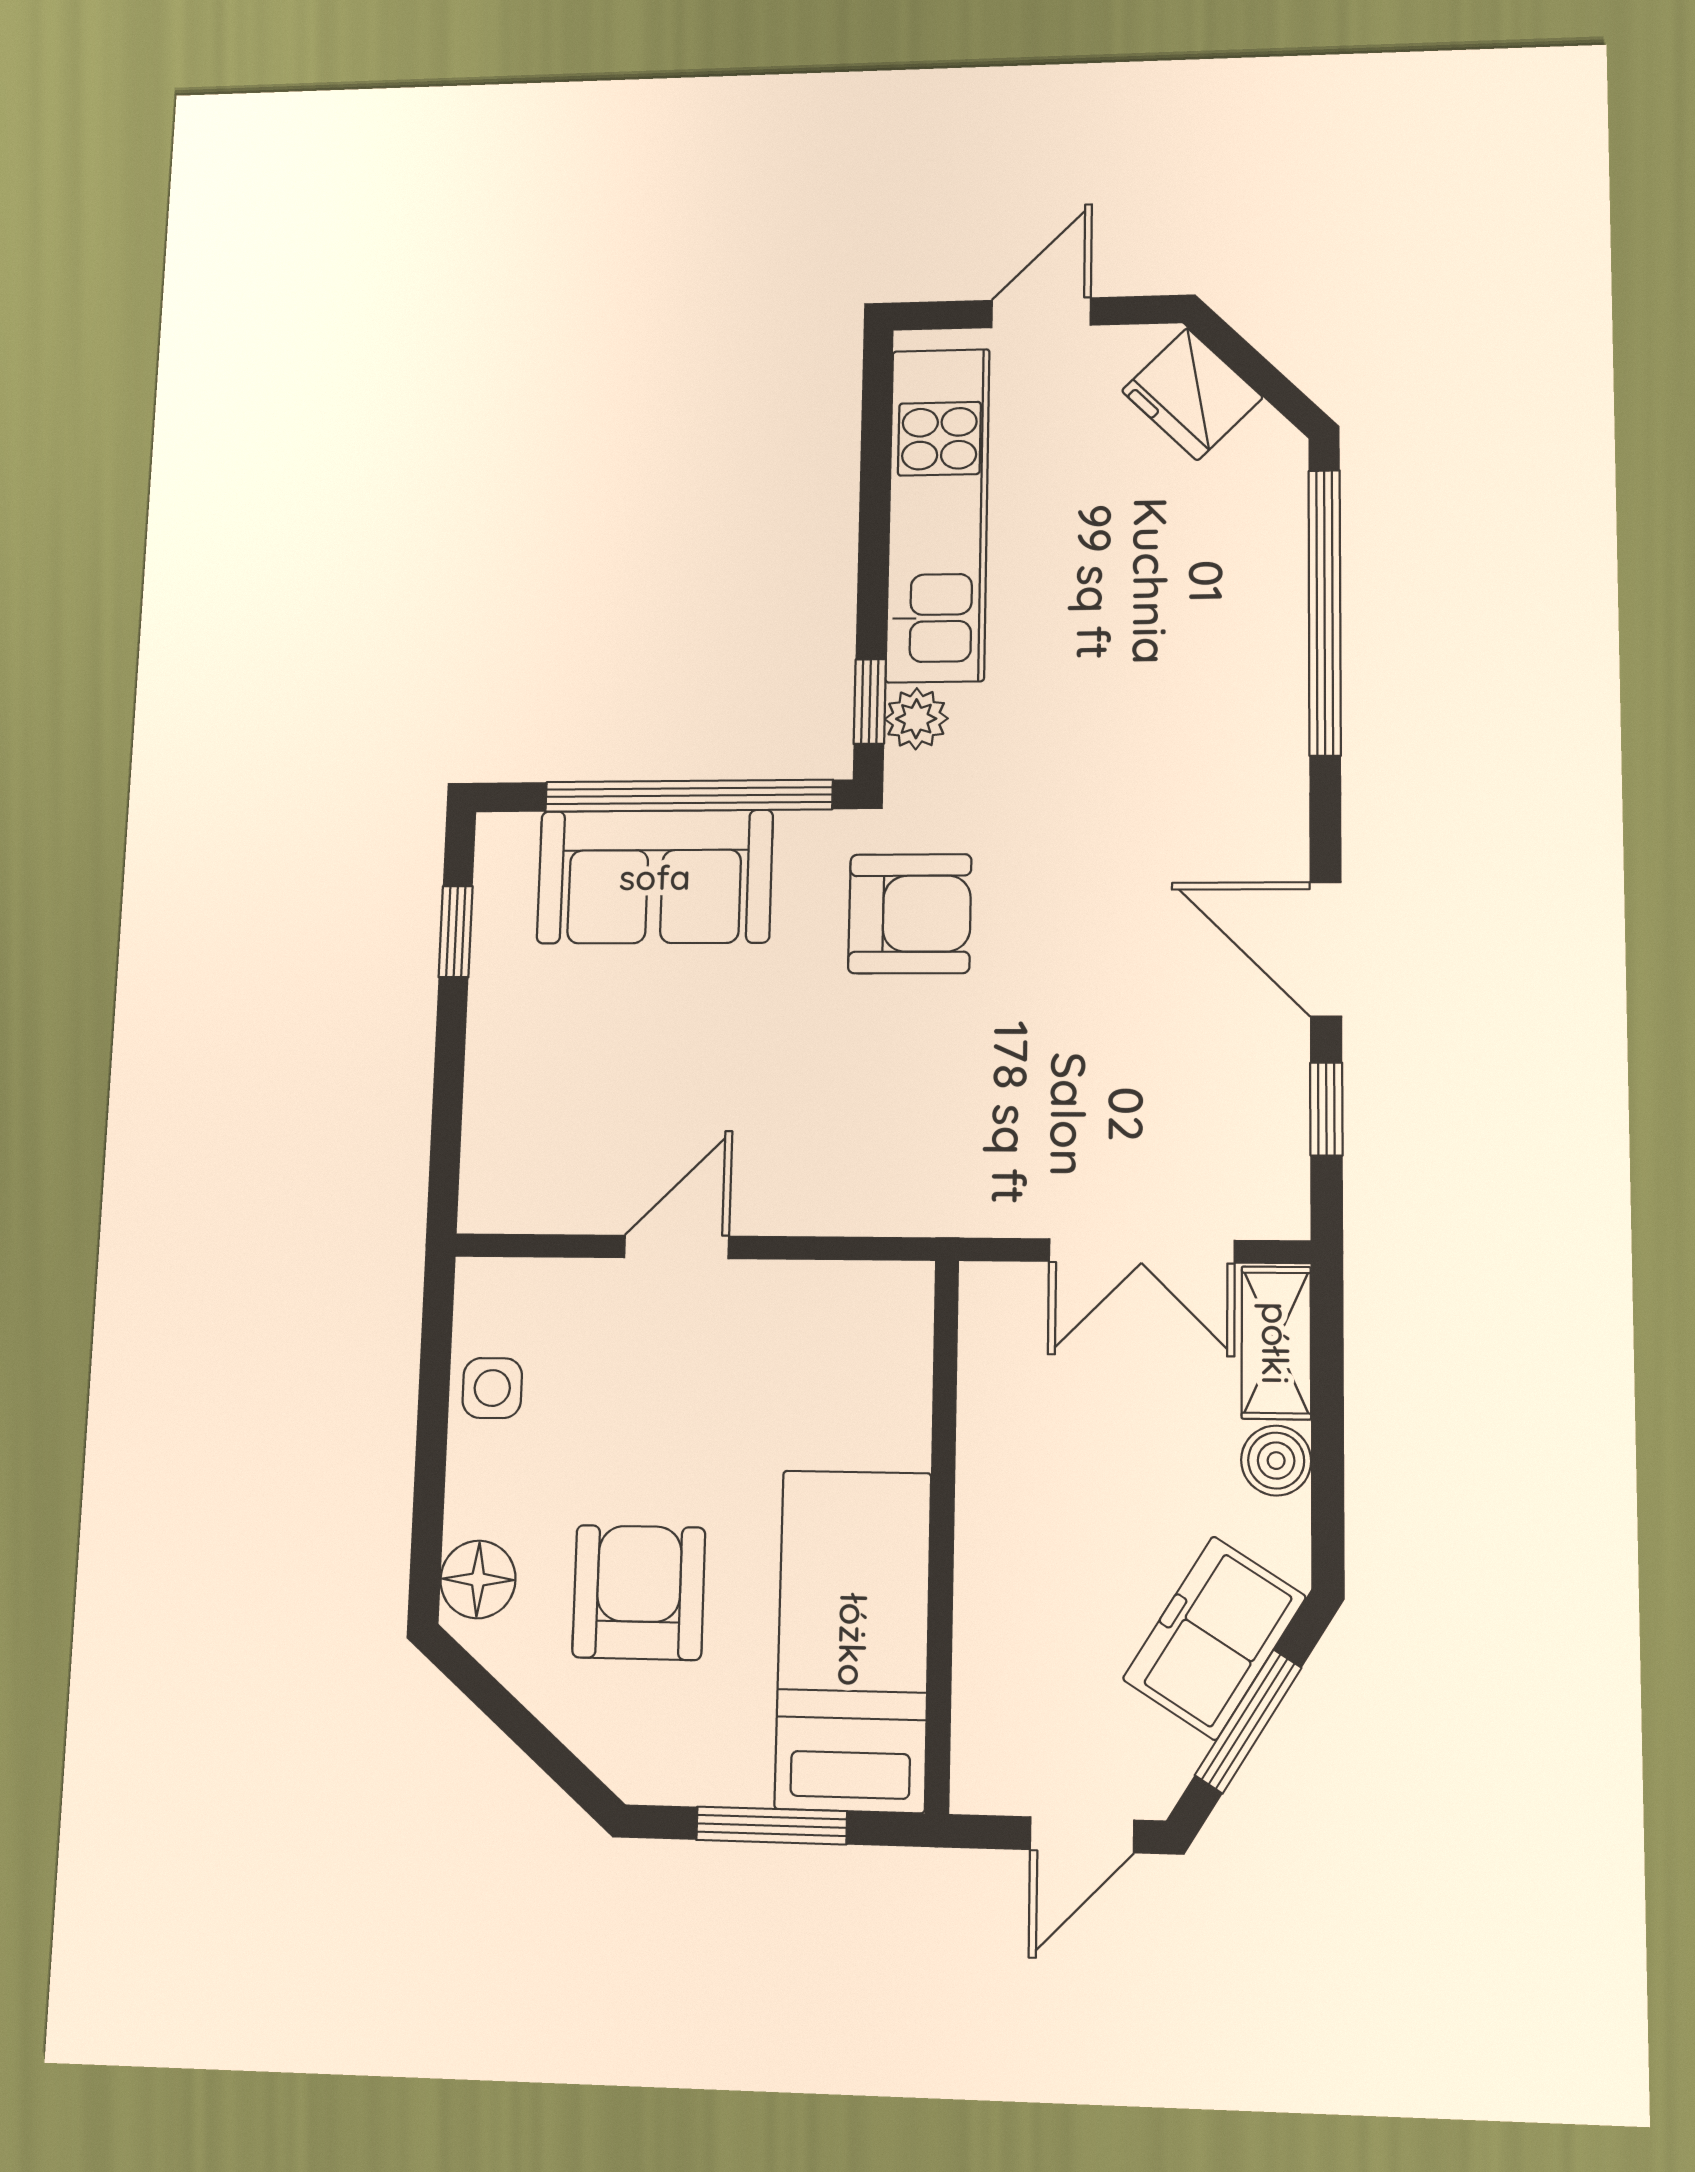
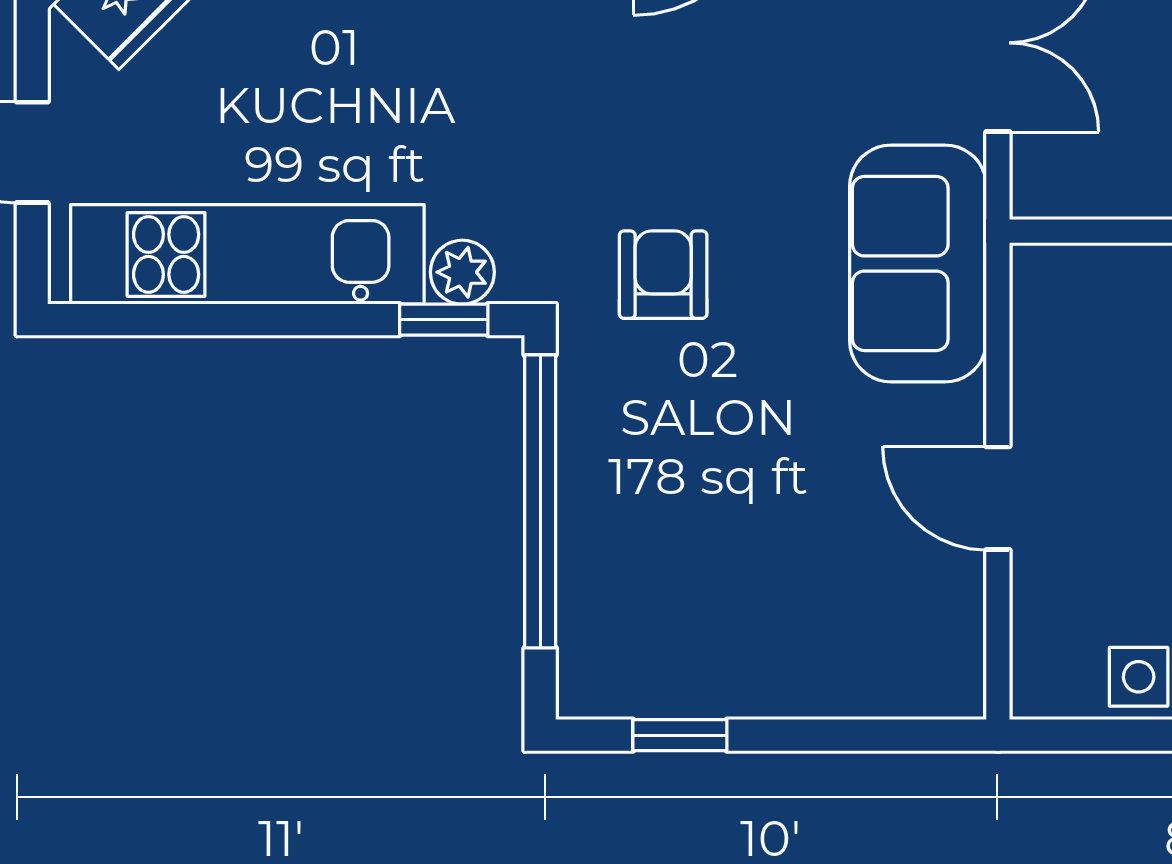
sofa: (655, 877) -> (918, 263), moved, turned 180
armchair: (910, 914) -> (663, 275), width x0.72, depth x0.72

